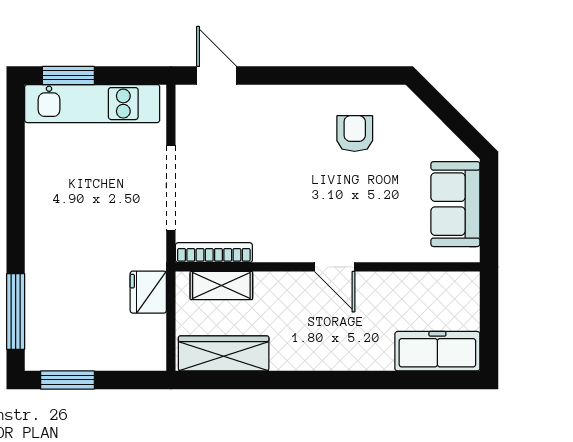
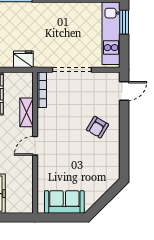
armchair: (355, 134) -> (97, 127), moved, turned 121
shelving: (221, 285) -> (26, 112), moved

